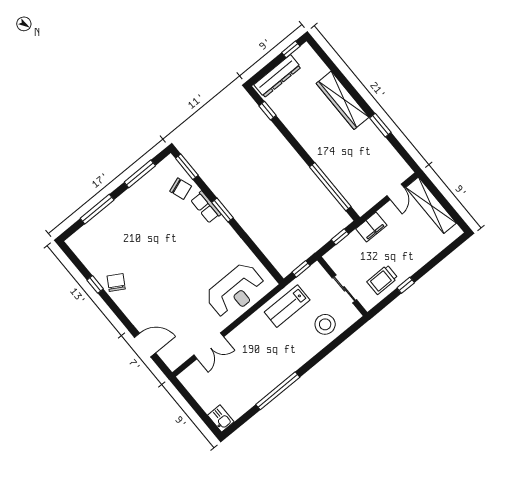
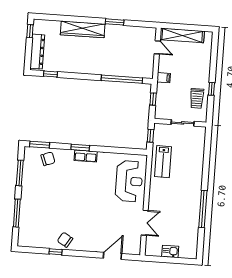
row of seats: (206, 207) -> (86, 156), moved
filing cabinet: (371, 227) -> (164, 78), width x0.50
stool: (325, 324) -> (192, 151), removed
kitchen sink: (221, 419) -> (170, 251), moved

